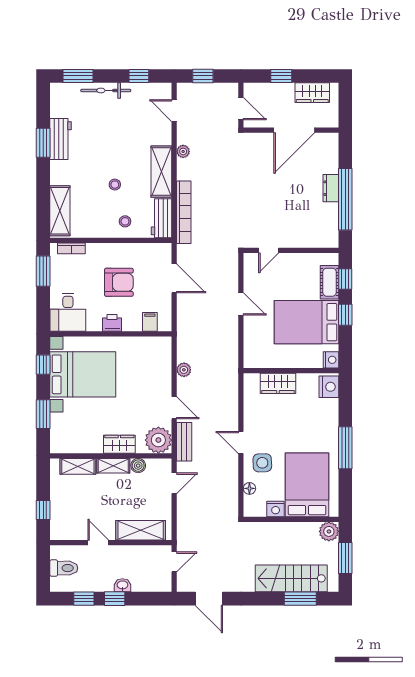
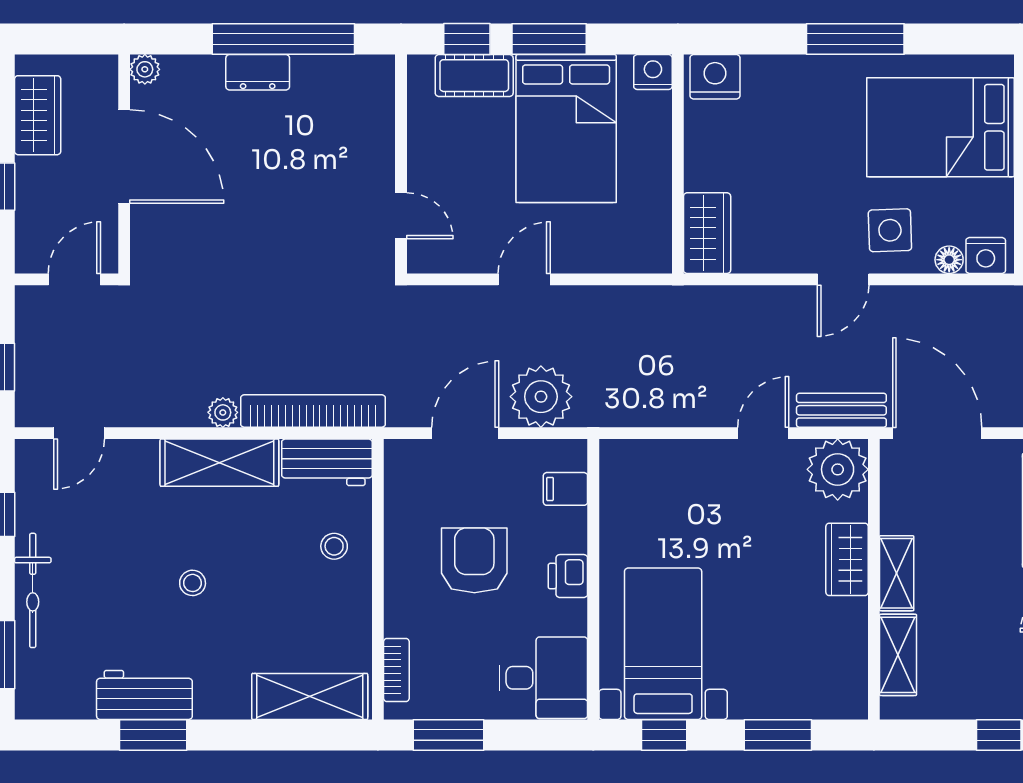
plant: (332, 139) -> (145, 69), added
plant: (183, 151) -> (223, 412), moved
stool: (115, 185) -> (193, 583), moved
window: (345, 315) -> (549, 39), width x1.50
plant: (184, 370) -> (541, 397), moved, width x1.87, depth x1.87
bed with nightstands: (83, 374) -> (663, 644), width x0.73
wardrobe: (278, 383) -> (707, 233), moved
boiler: (138, 466) -> (896, 516), removed
door: (174, 483) -> (937, 433), width x1.87
nightstand: (276, 509) -> (986, 255), moved, turned 90

